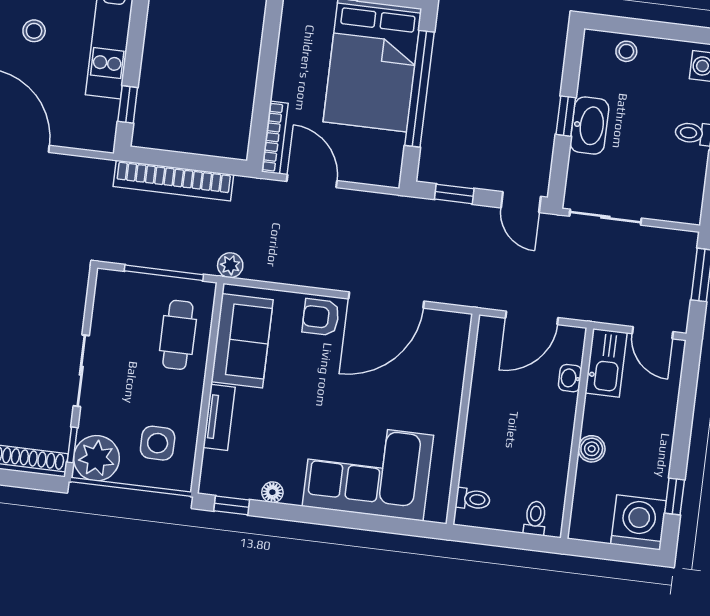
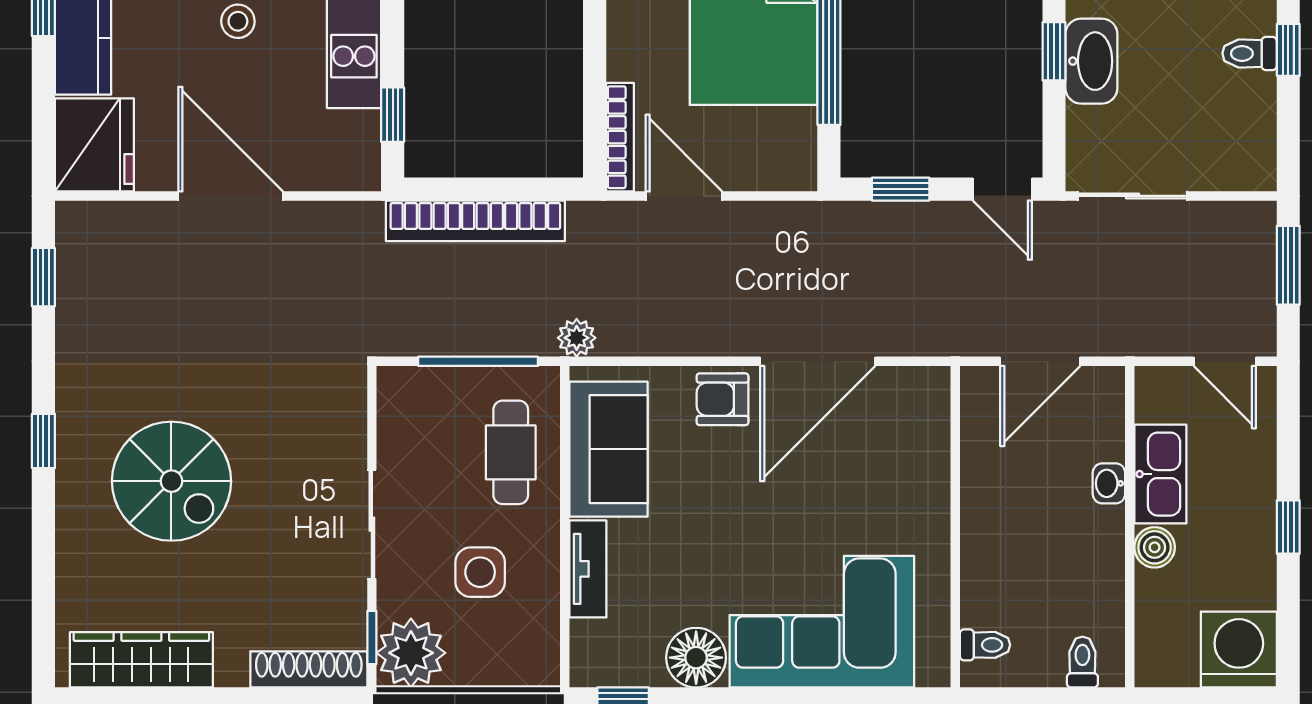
kitchen sink: (606, 363) -> (1160, 474), moved
washbasin: (570, 378) -> (1109, 483), moved
side table: (158, 443) -> (480, 572), moved
floor lamp: (272, 492) -> (696, 658), width x1.89, depth x1.89
window: (675, 497) -> (1288, 527), moved

